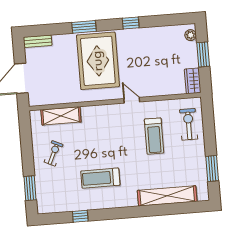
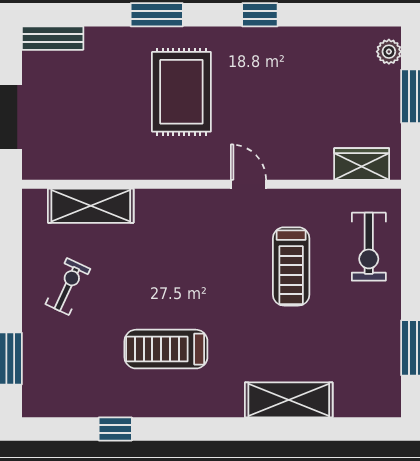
rug: (98, 61) -> (181, 92), width x0.73, depth x0.69
wardrobe: (193, 81) -> (362, 164), moved, turned 90
exercise bike: (189, 124) -> (369, 247), turned 180
shelving: (167, 196) -> (289, 400), width x0.68

